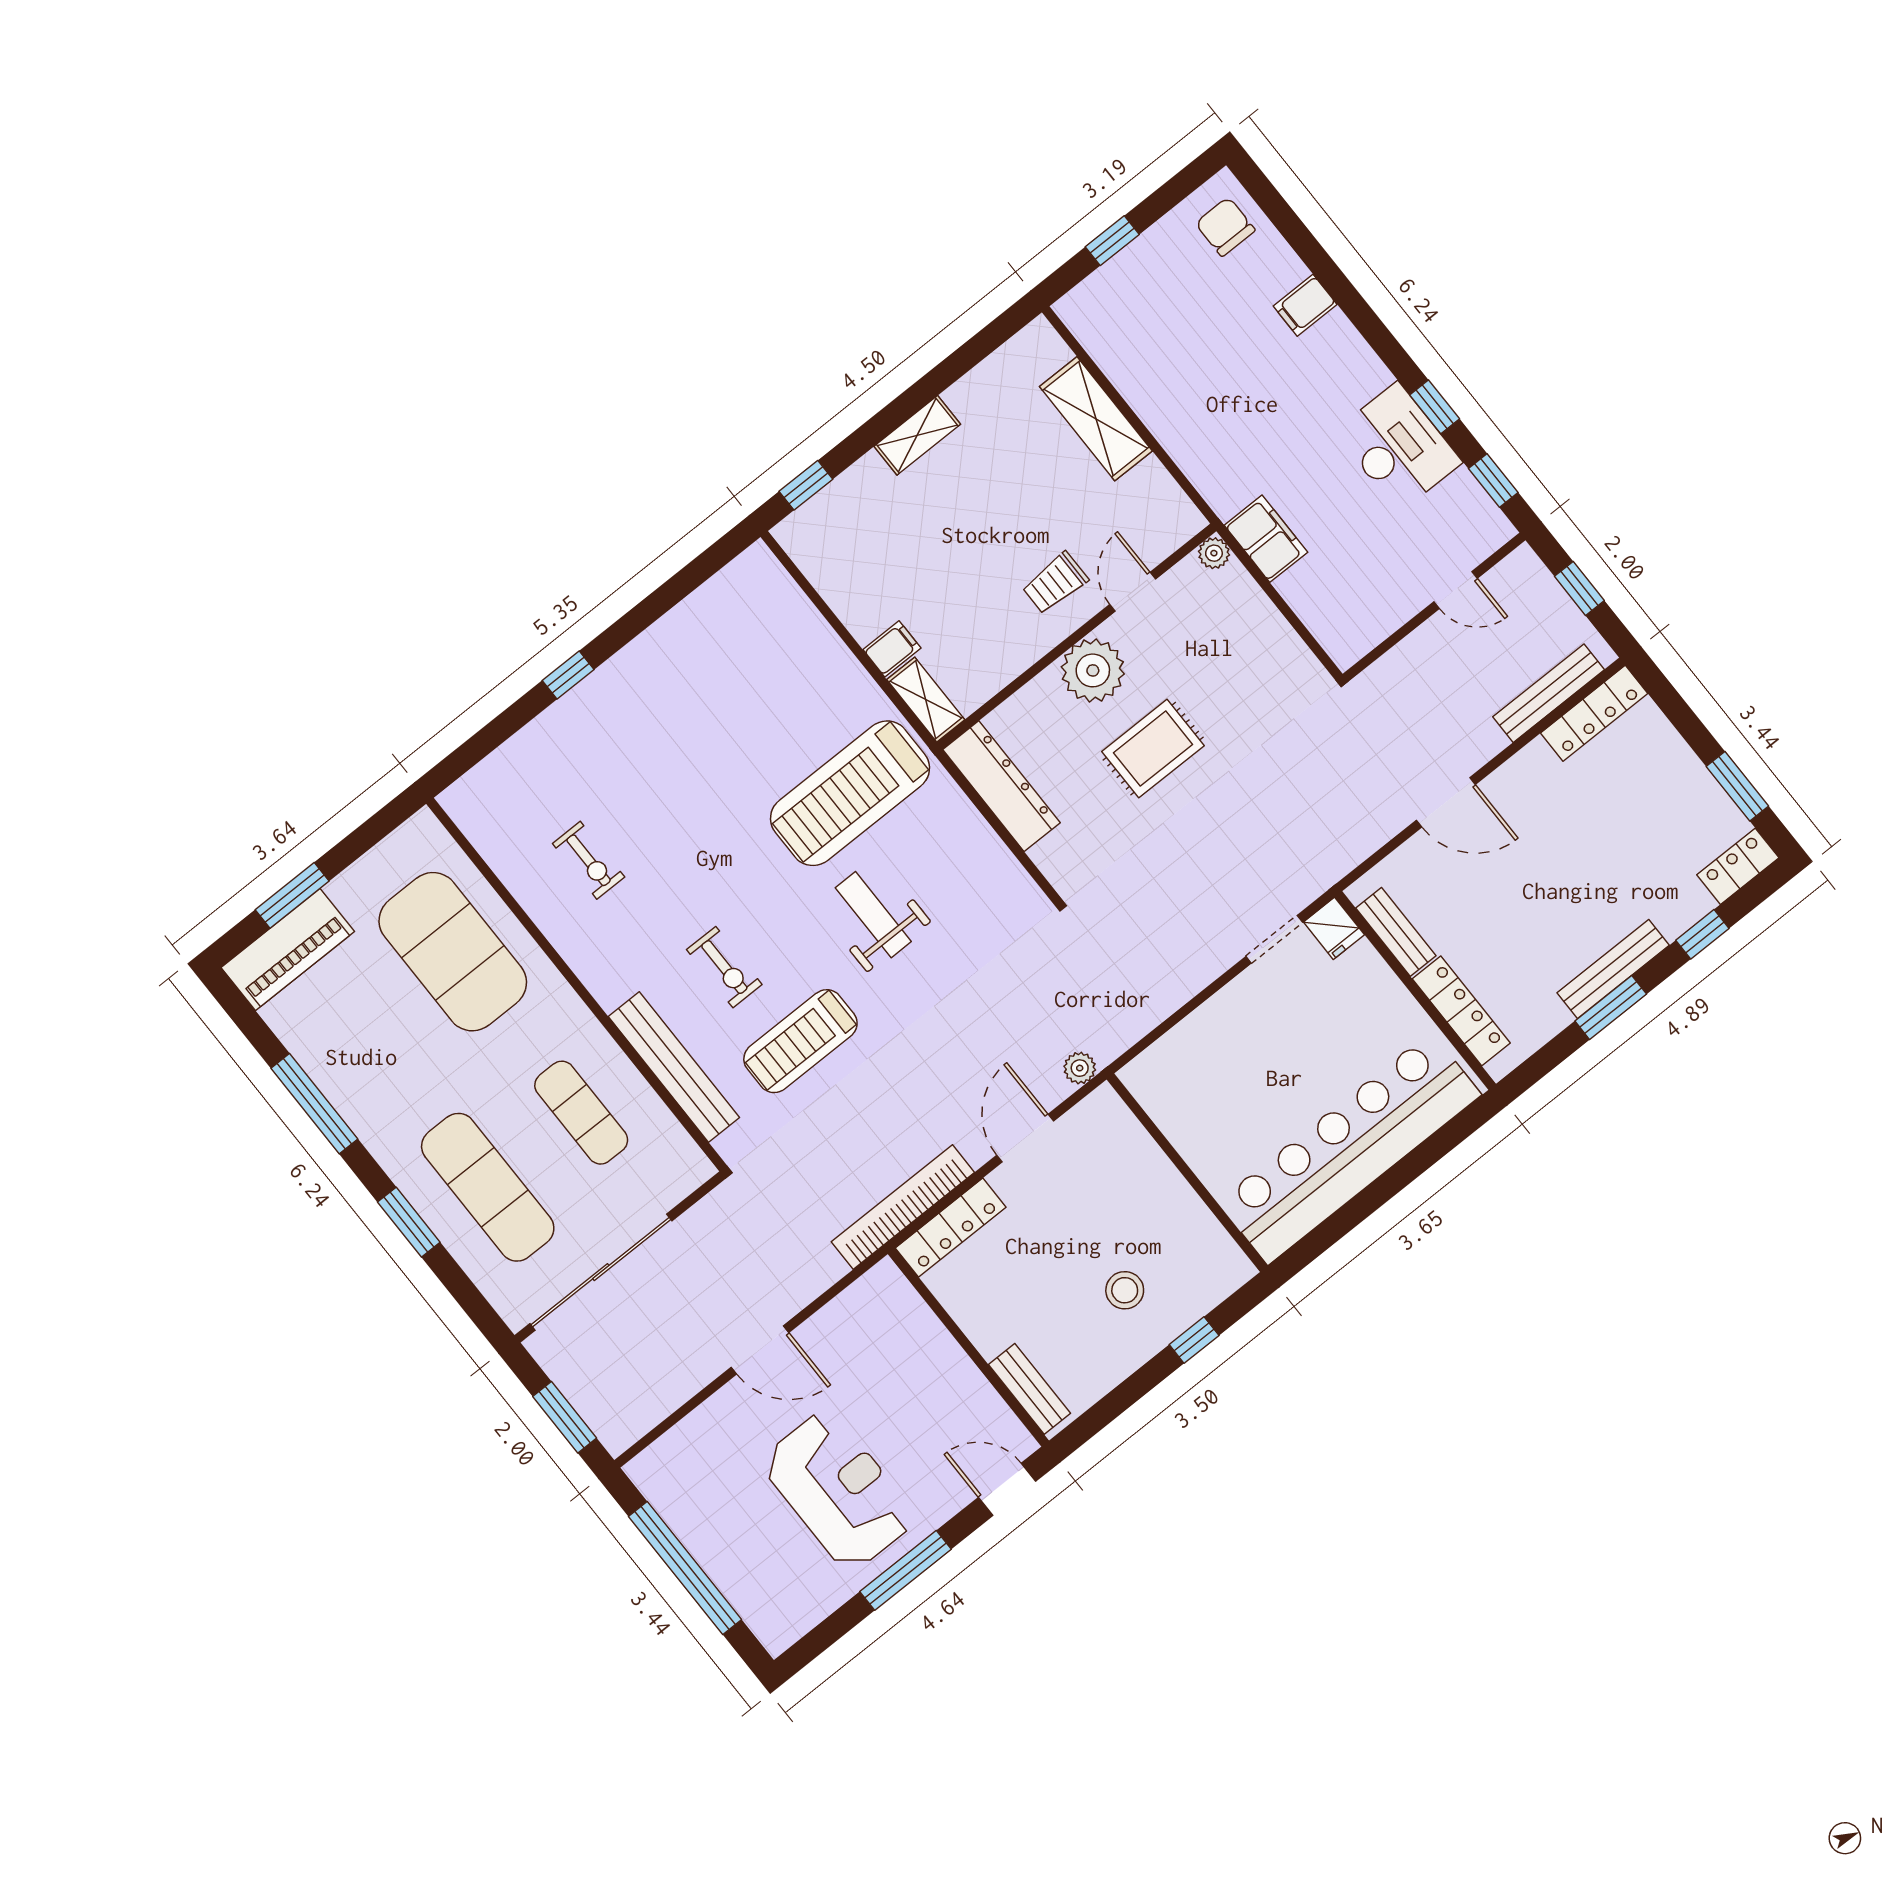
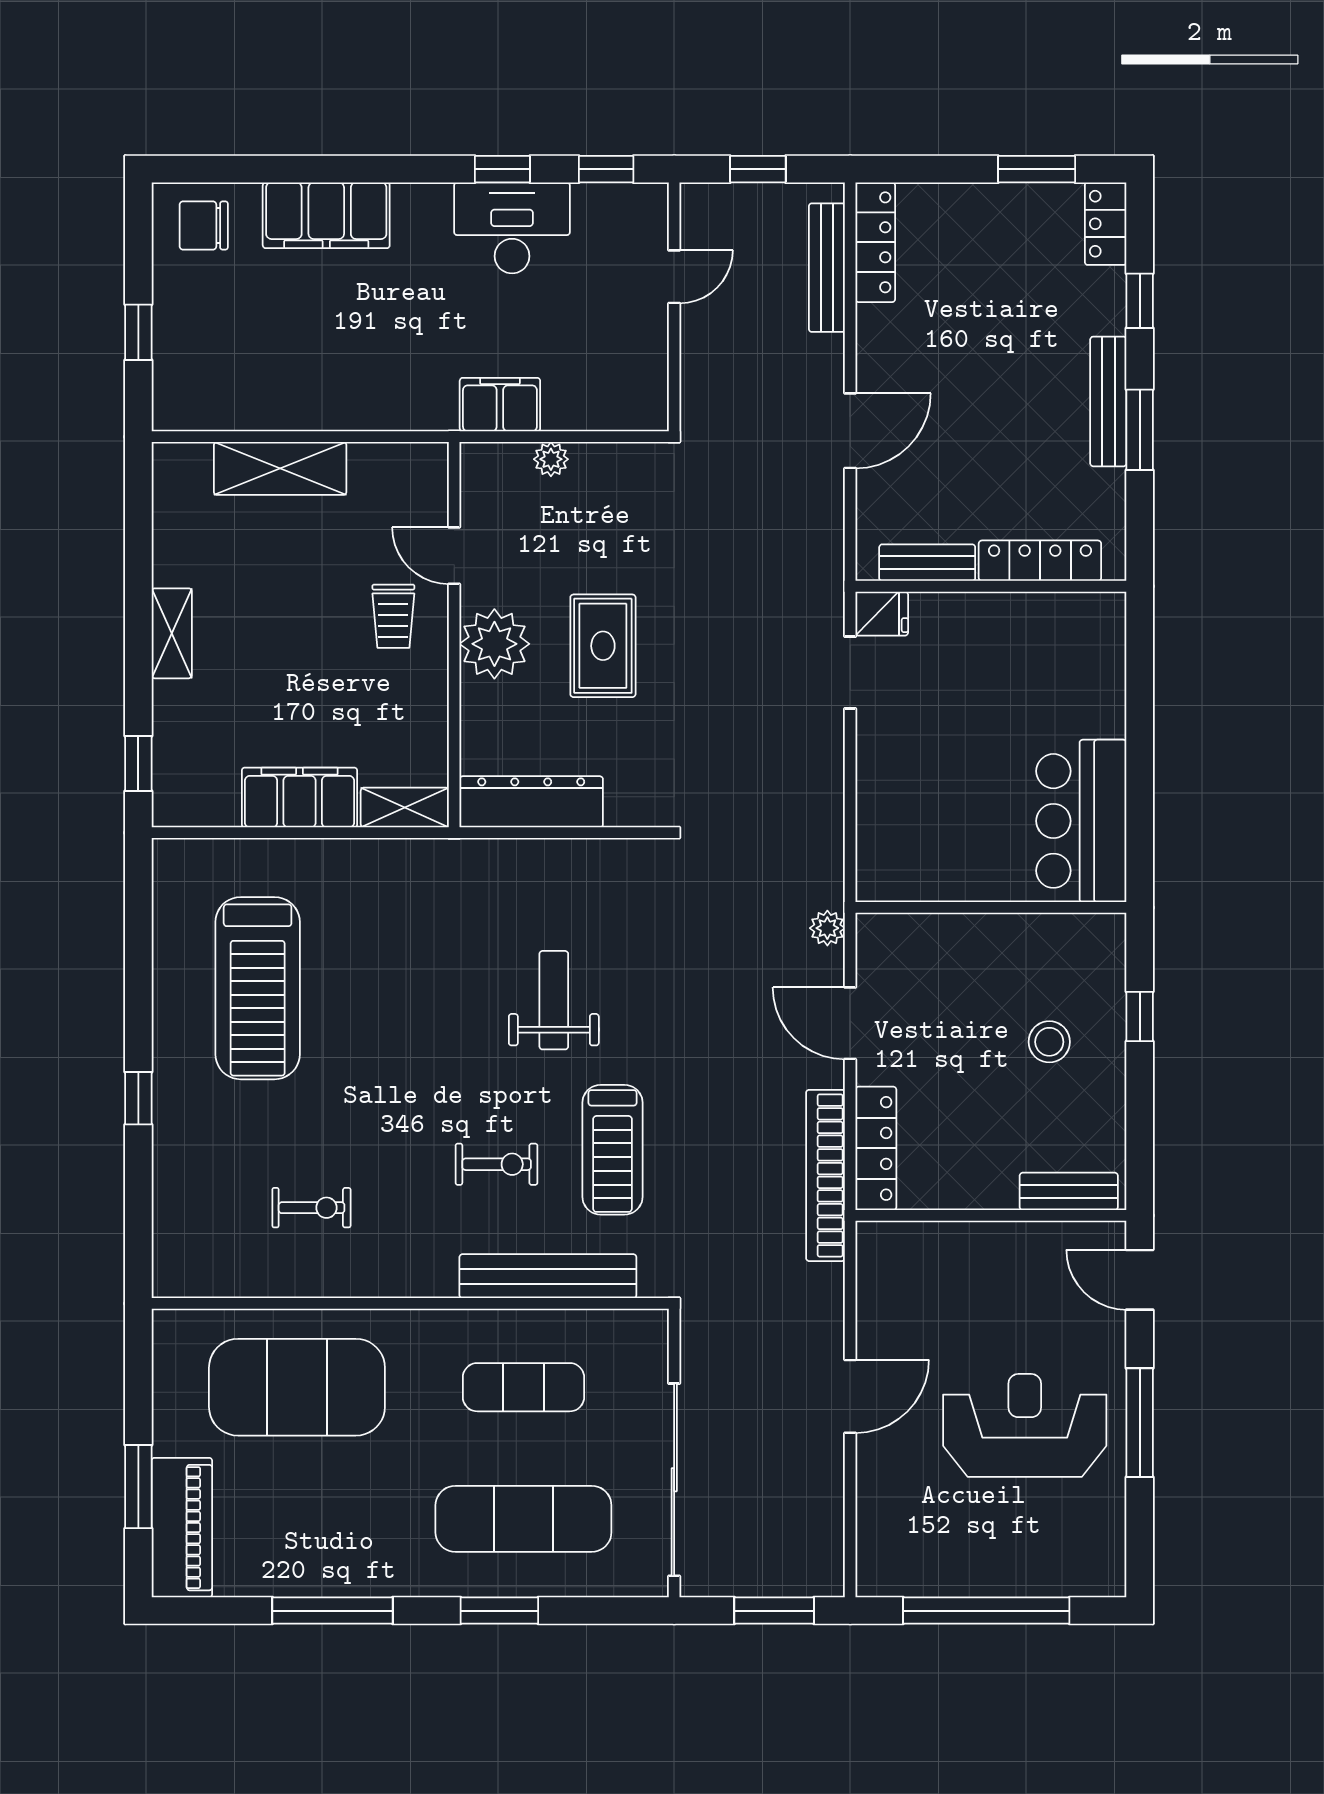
filing cabinet: (1305, 305) -> (326, 215), width x3.00, depth x1.17
plant: (1214, 553) -> (551, 459), moved
filing cabinet: (892, 649) -> (300, 797), width x3.00, depth x1.17
treadmill: (850, 793) -> (258, 988), moved
weight bench: (873, 915) -> (554, 1000), turned 90
bar counter: (1349, 1148) -> (1081, 821), width x0.54
door: (1007, 1489) -> (1140, 1280), hinge flipped

